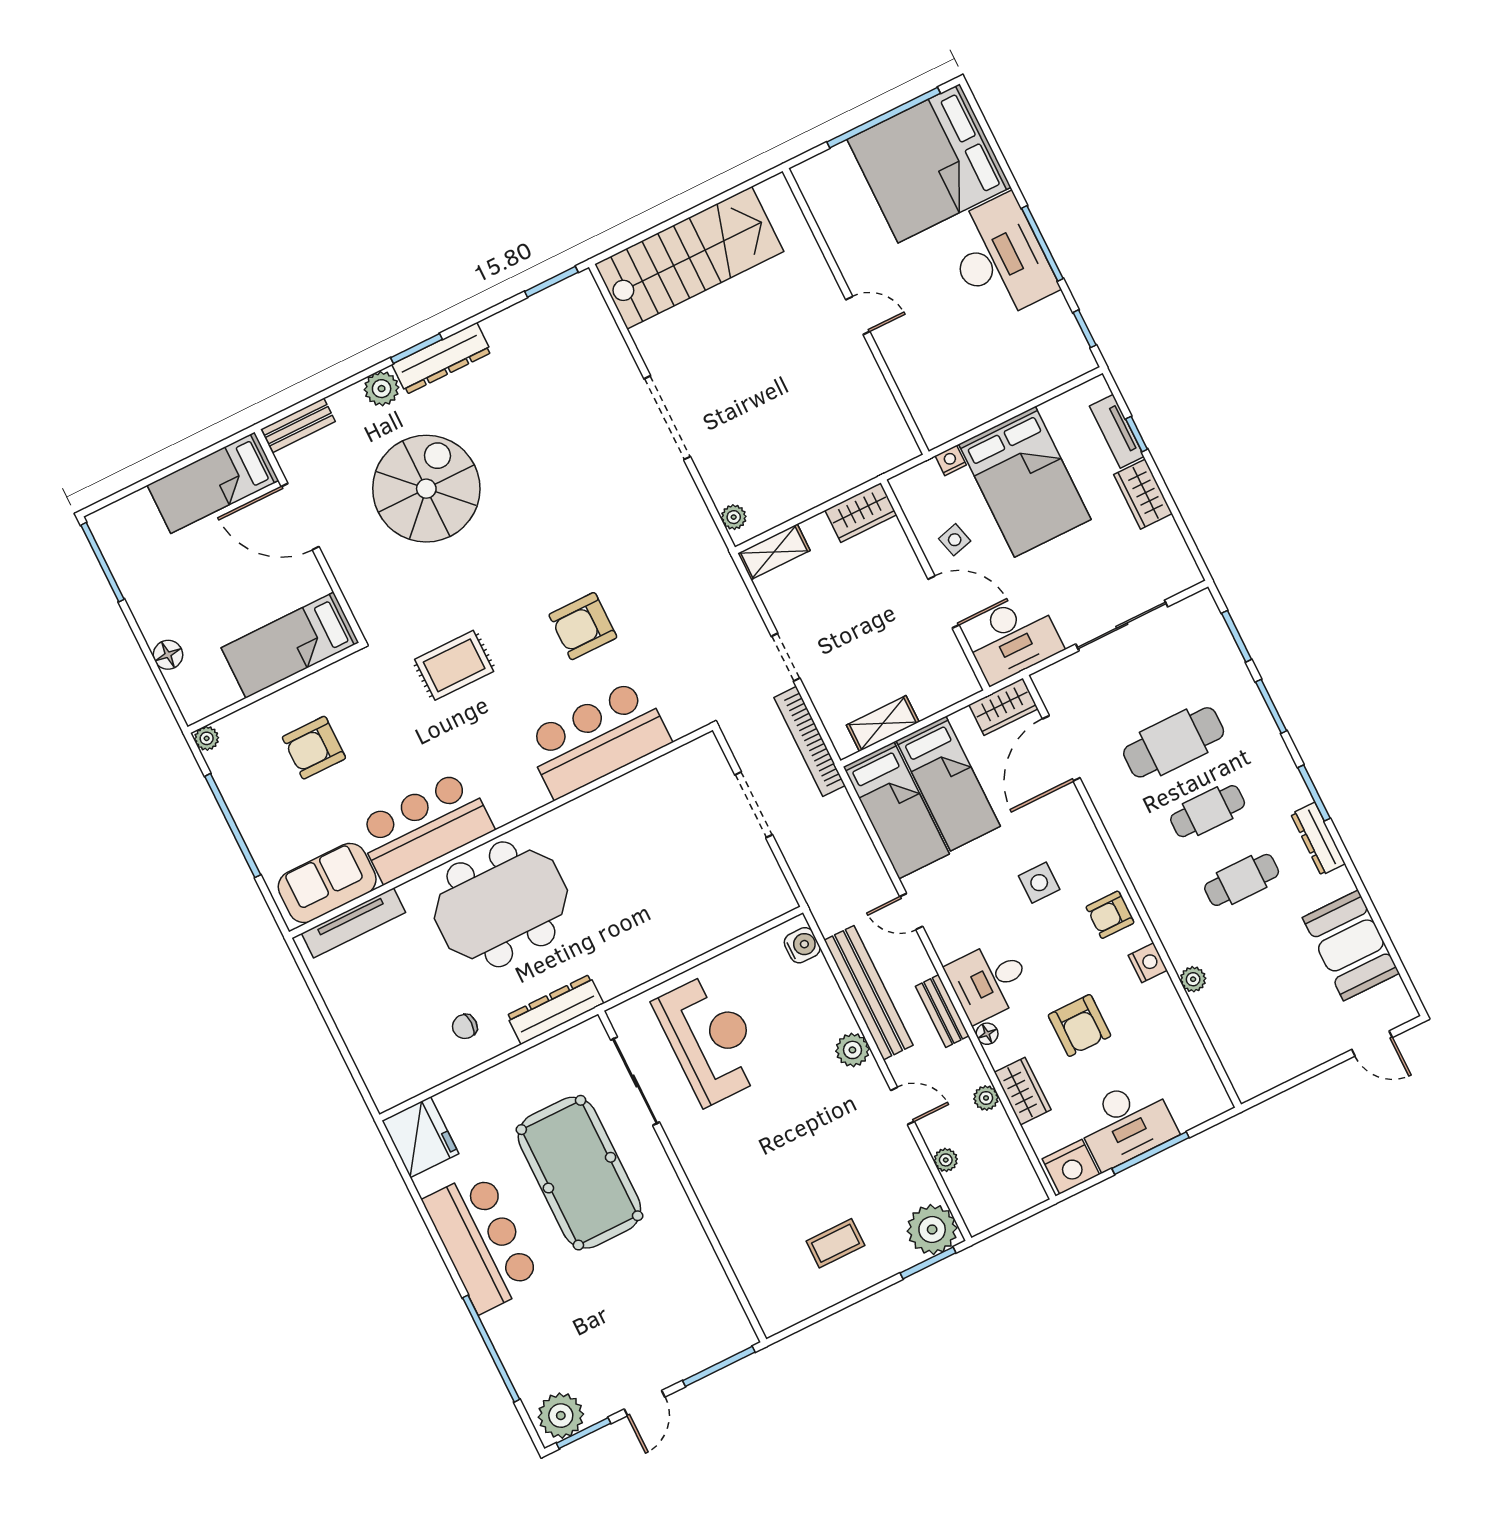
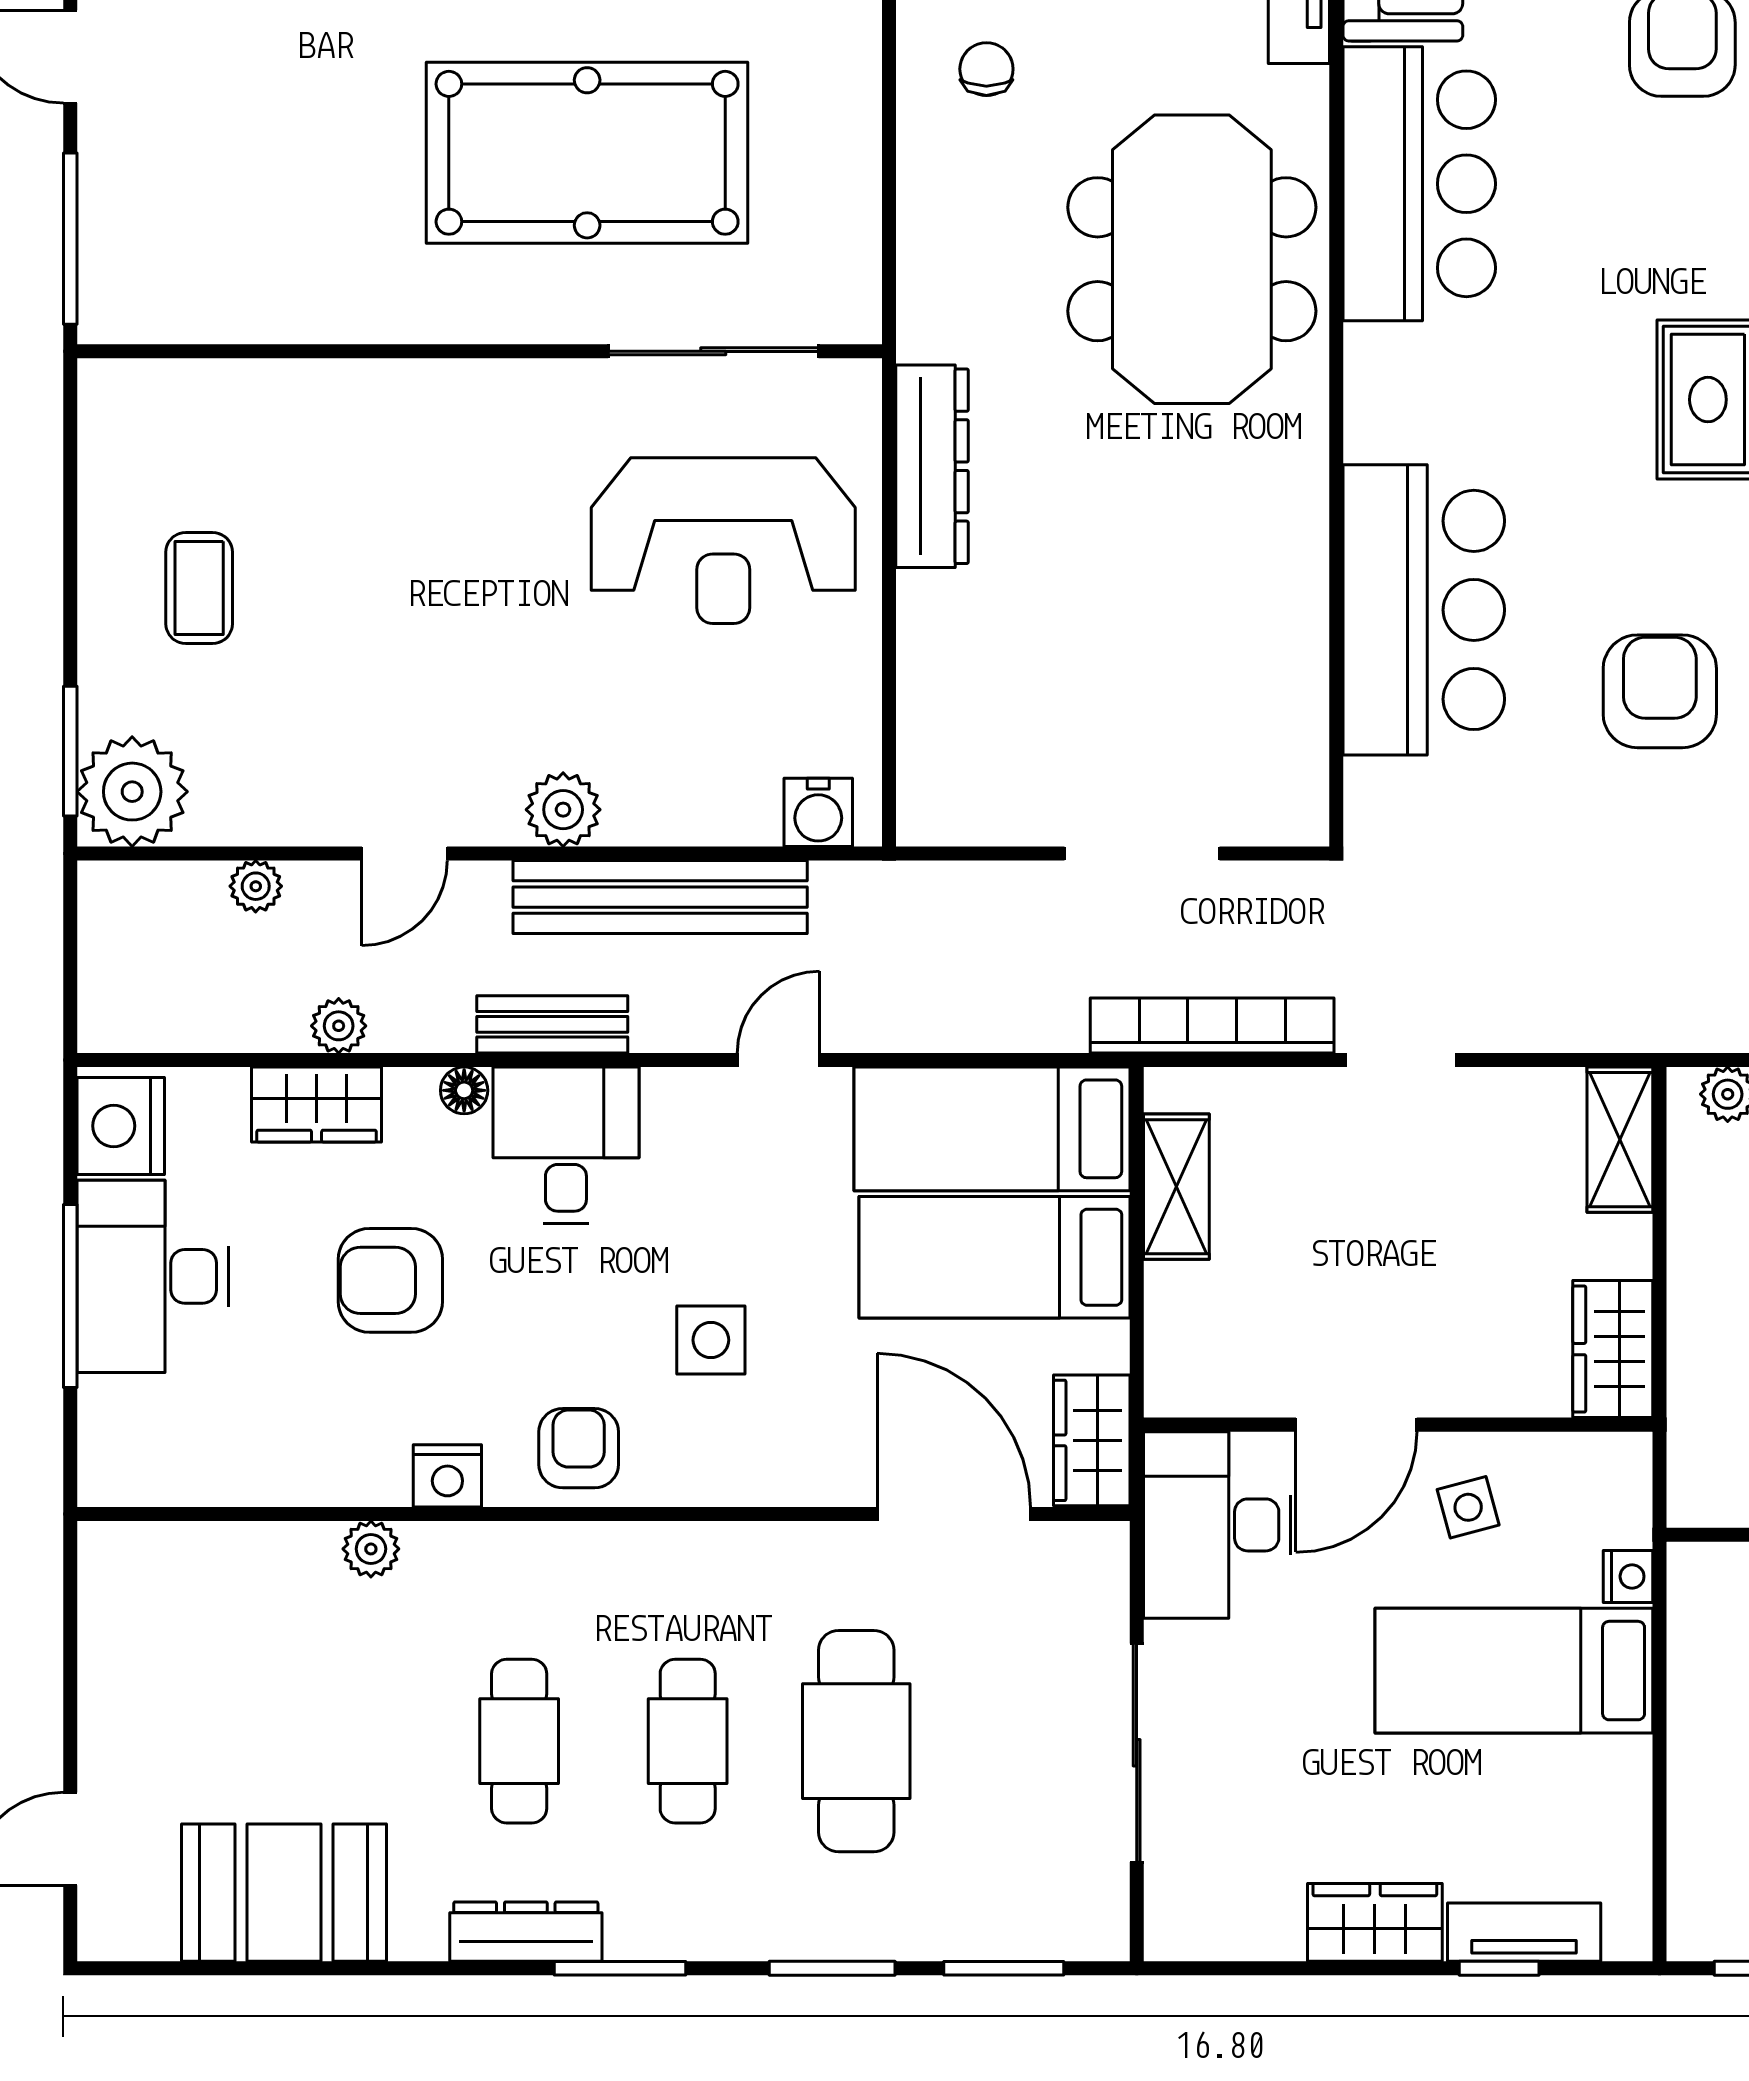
bed: (1025, 482) -> (1514, 1671), width x0.67
dresser: (555, 1009) -> (932, 466), moved

